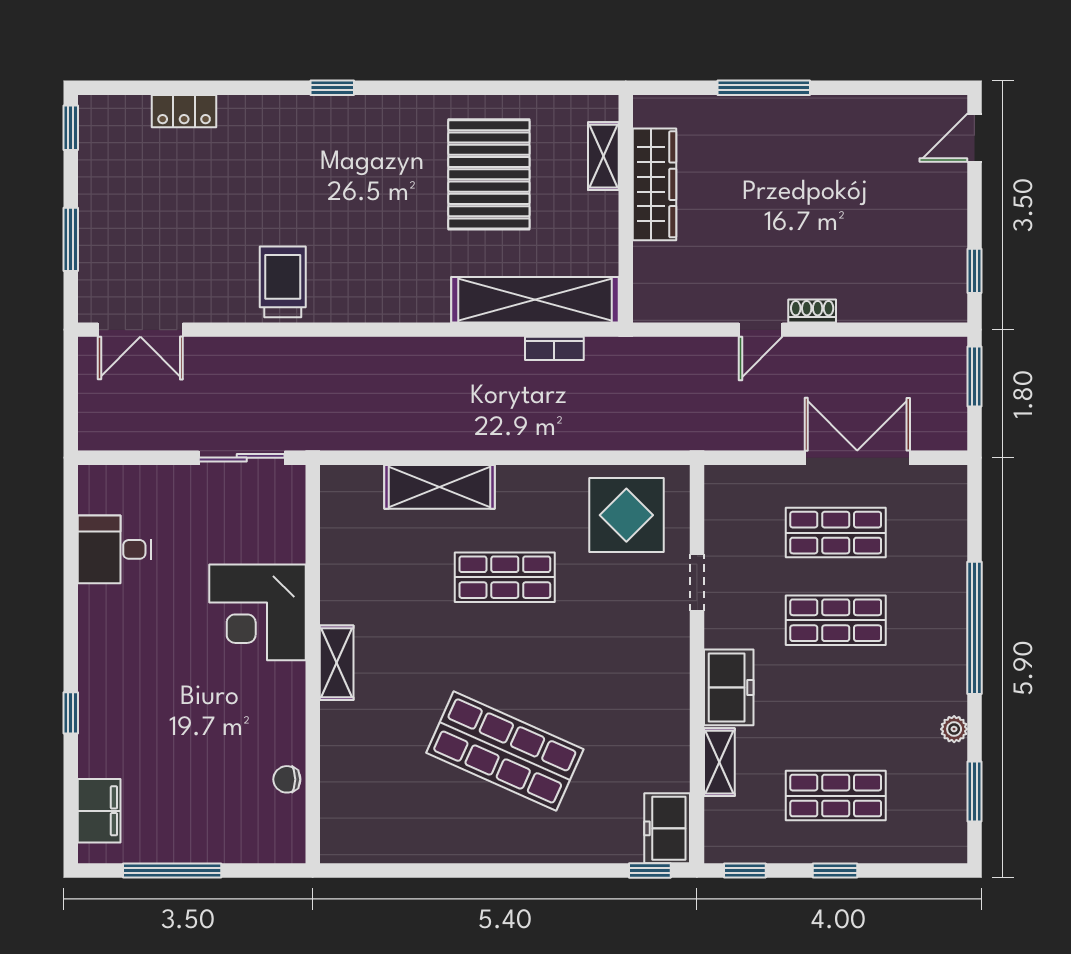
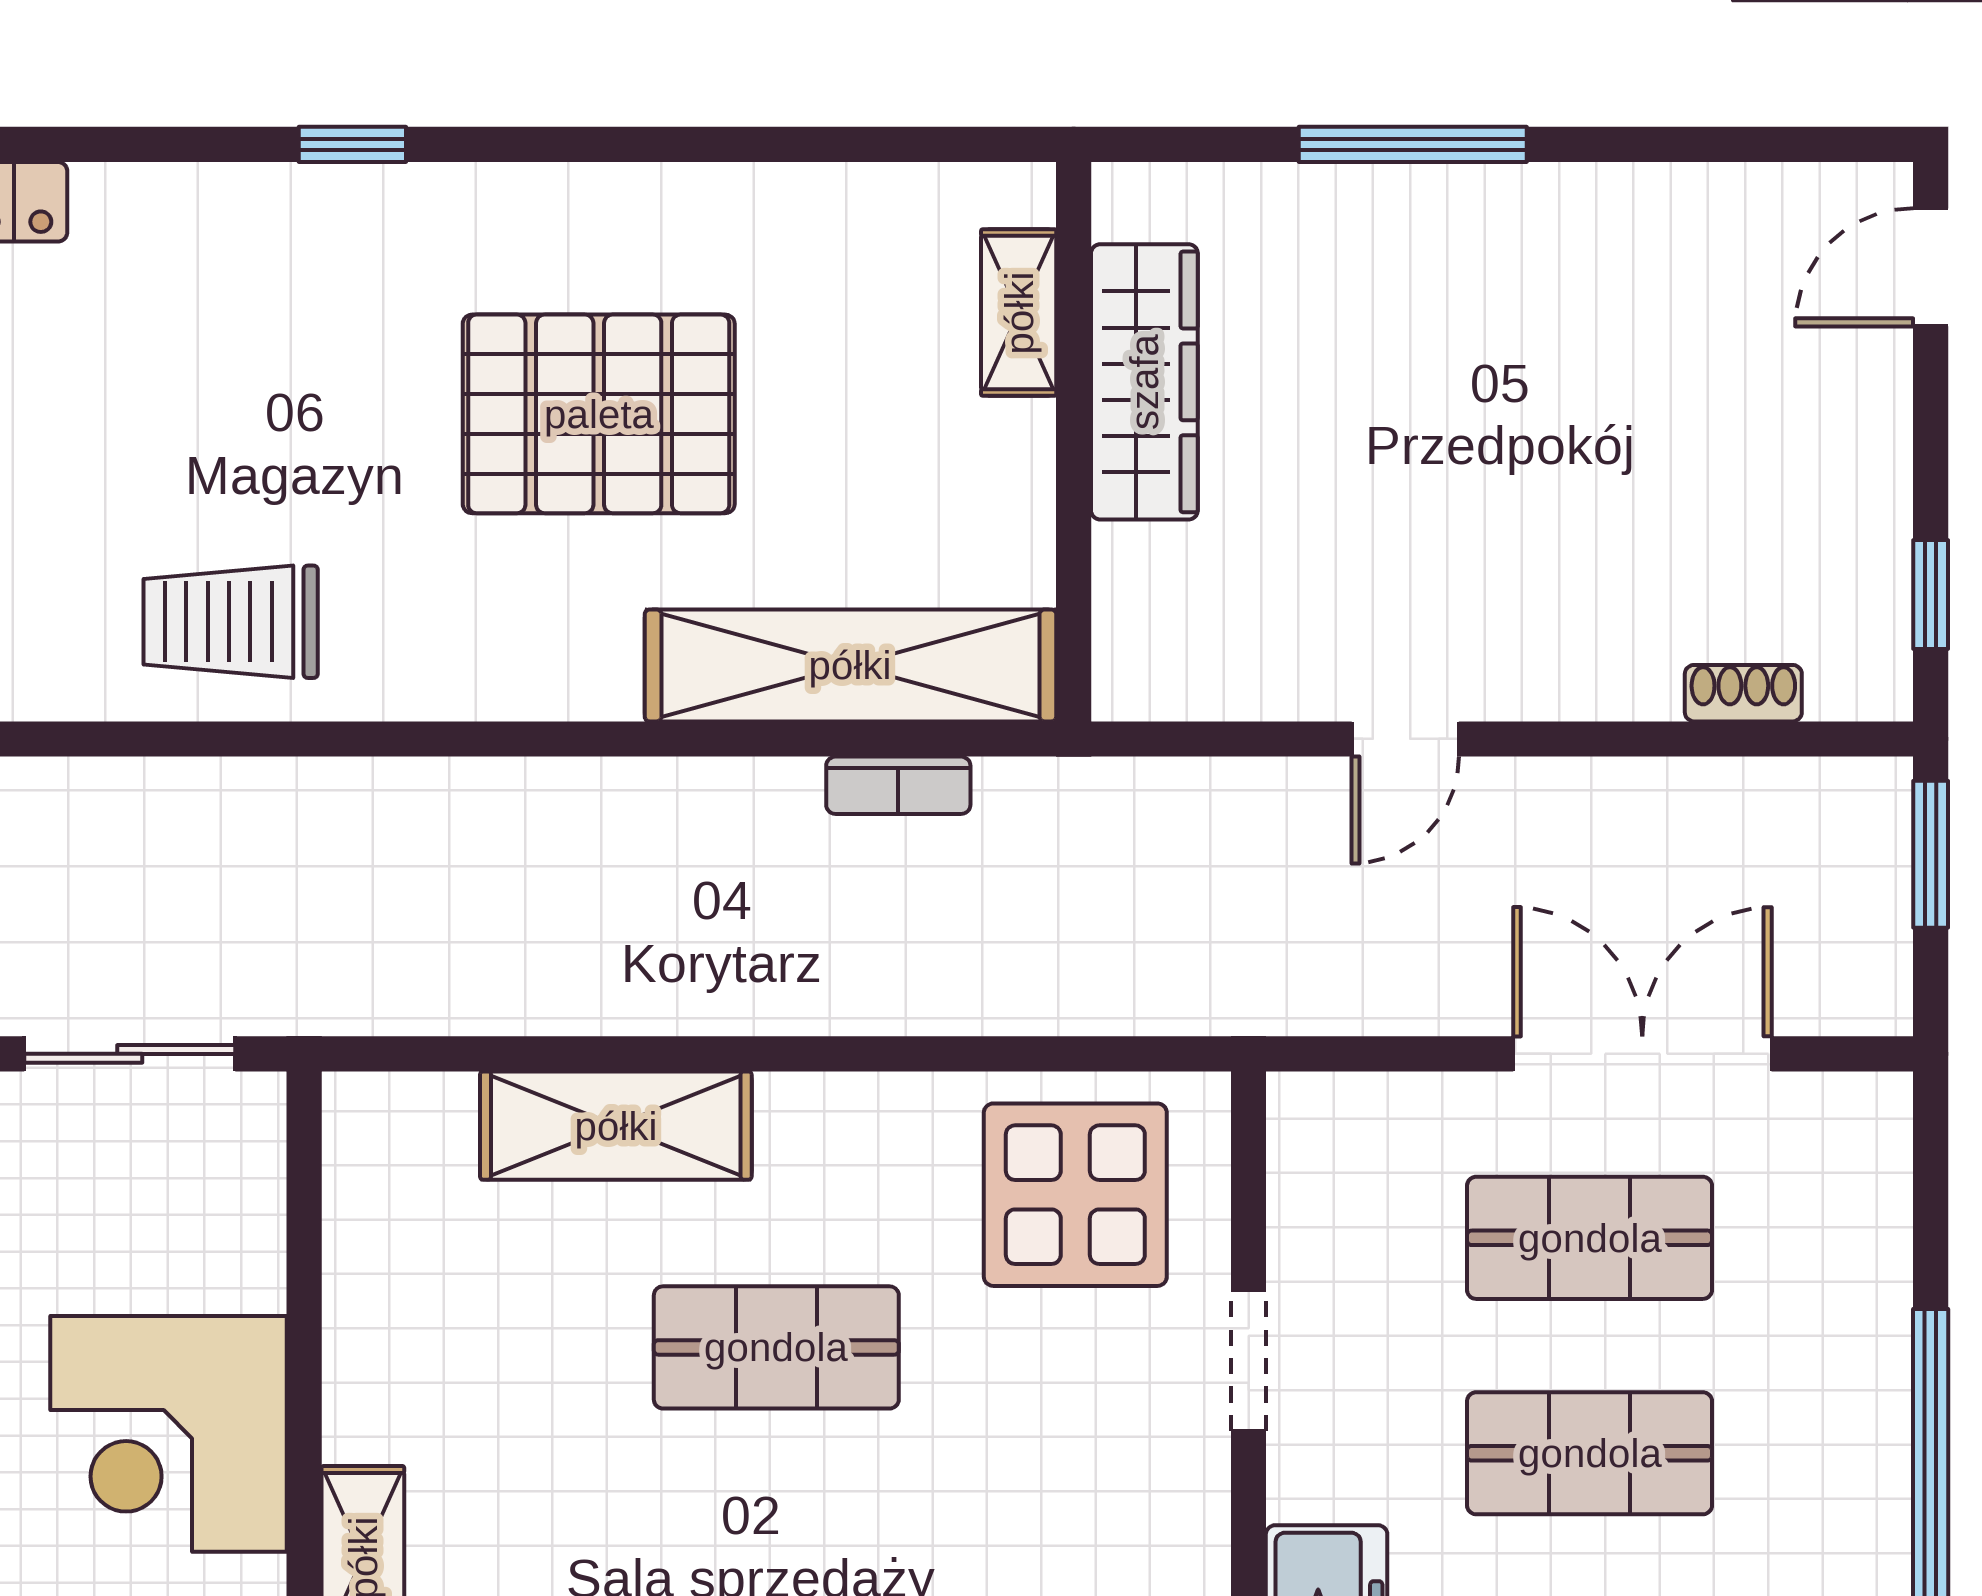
pallet: (489, 174) -> (599, 414), moved, turned 90
trolley: (283, 282) -> (231, 622), turned -90
shoe rack: (812, 311) -> (1743, 693), moved

